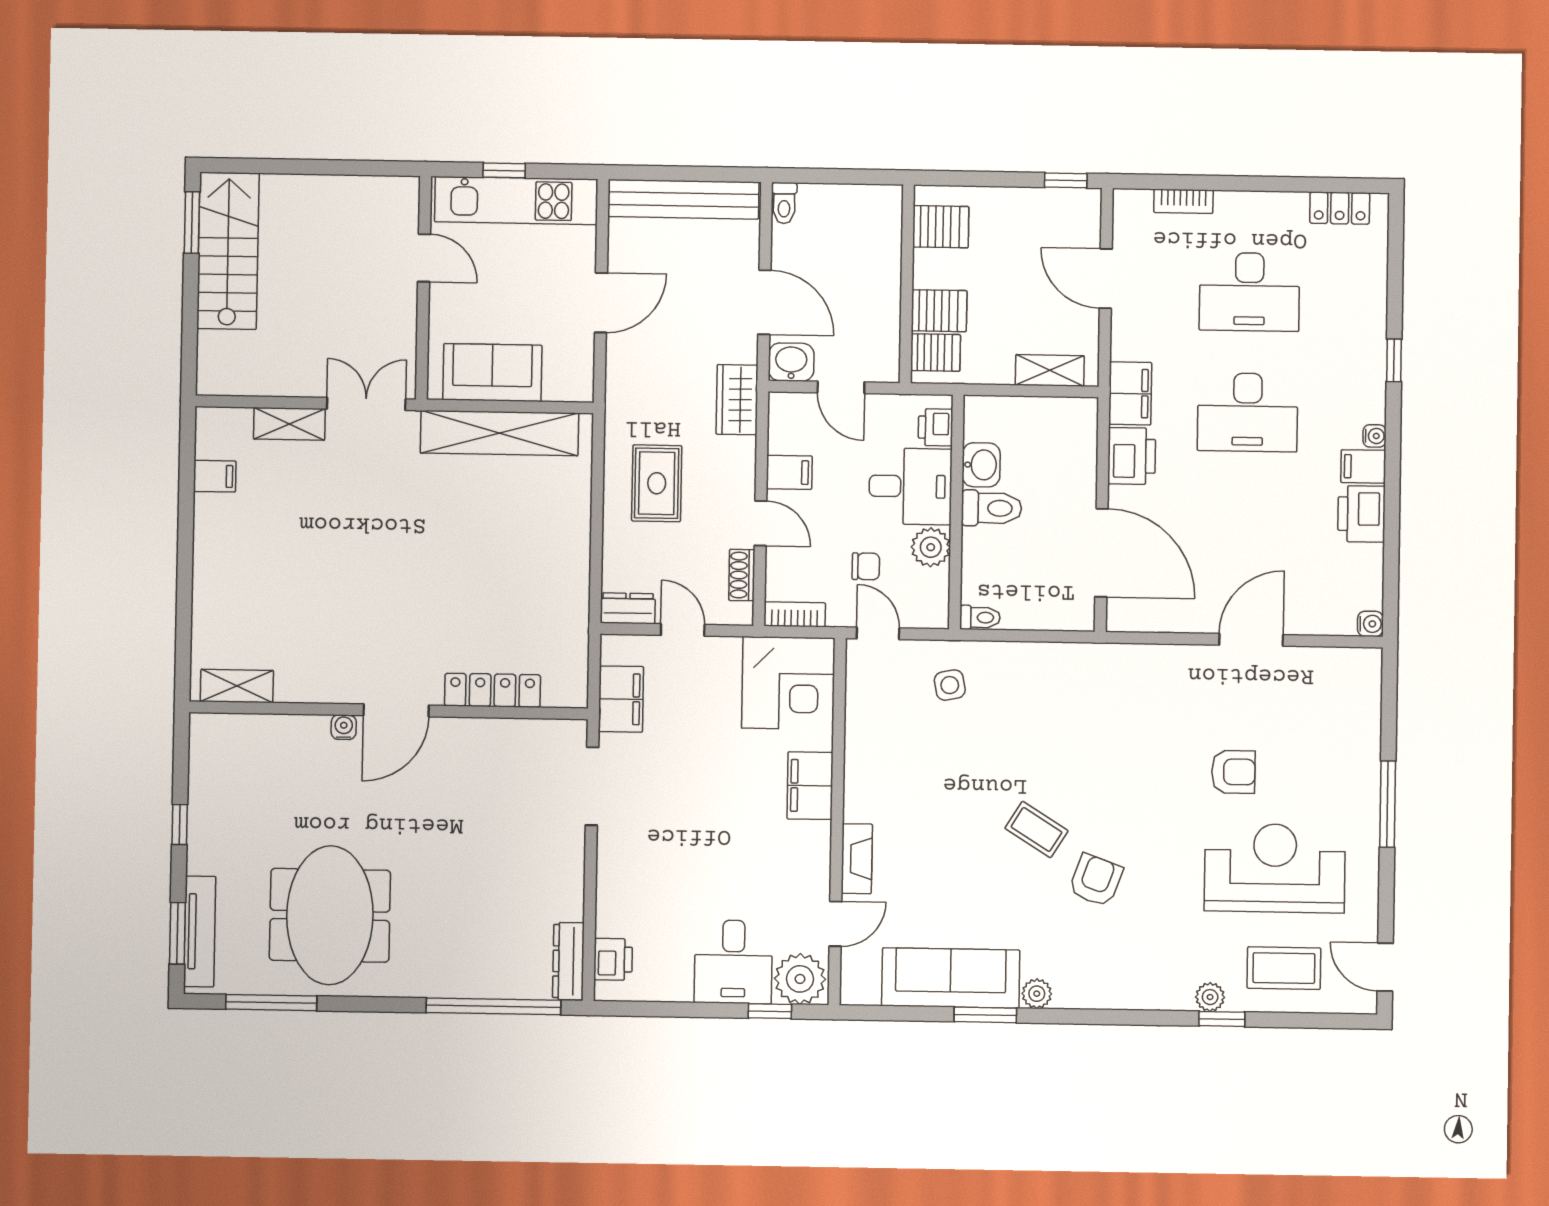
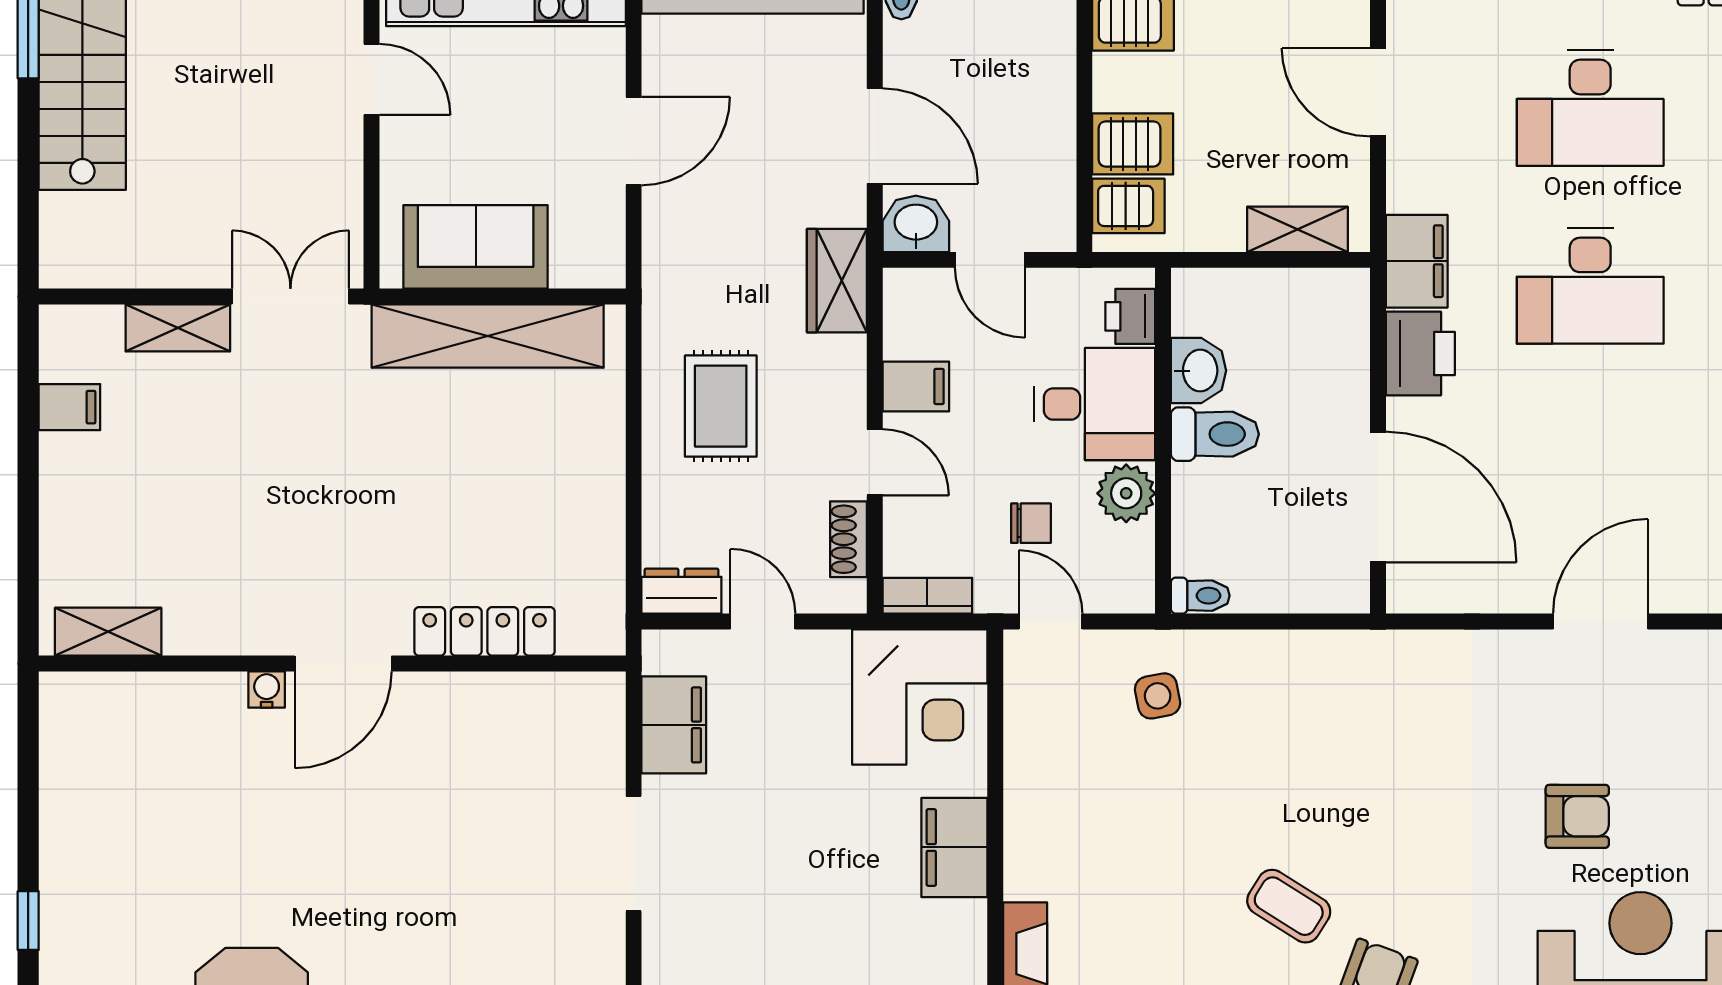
shelving: (237, 686) -> (108, 632), moved
locker: (492, 690) -> (485, 631), moved
wall: (389, 710) -> (332, 663), moved
door: (396, 710) -> (343, 663), moved
water cooler: (344, 727) -> (267, 690), moved

